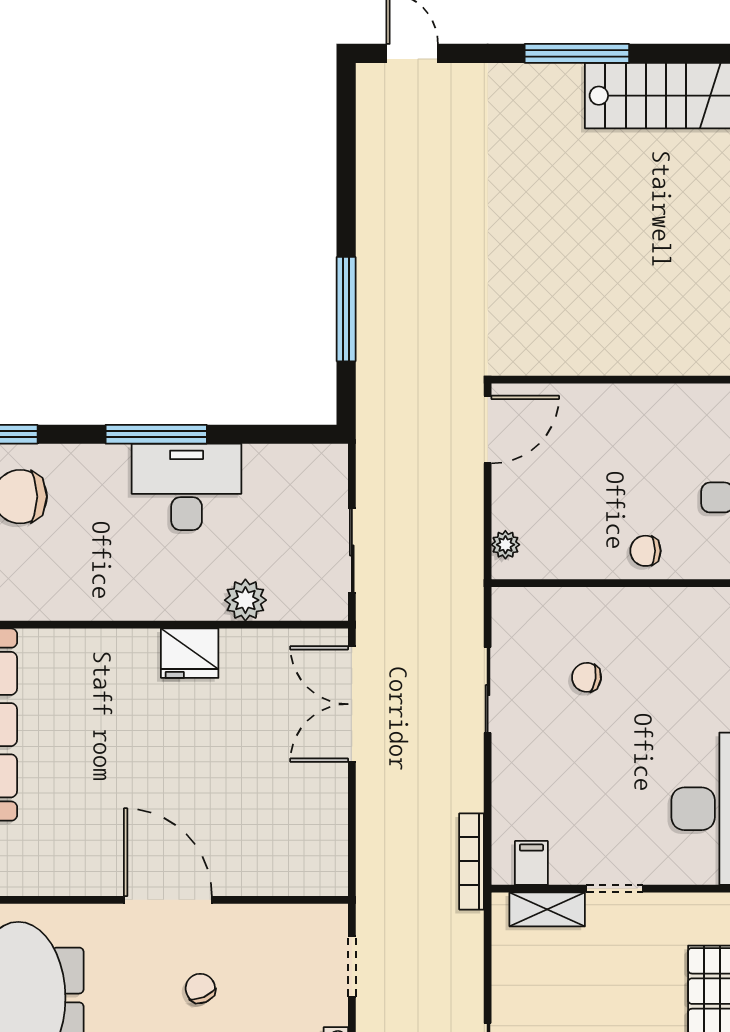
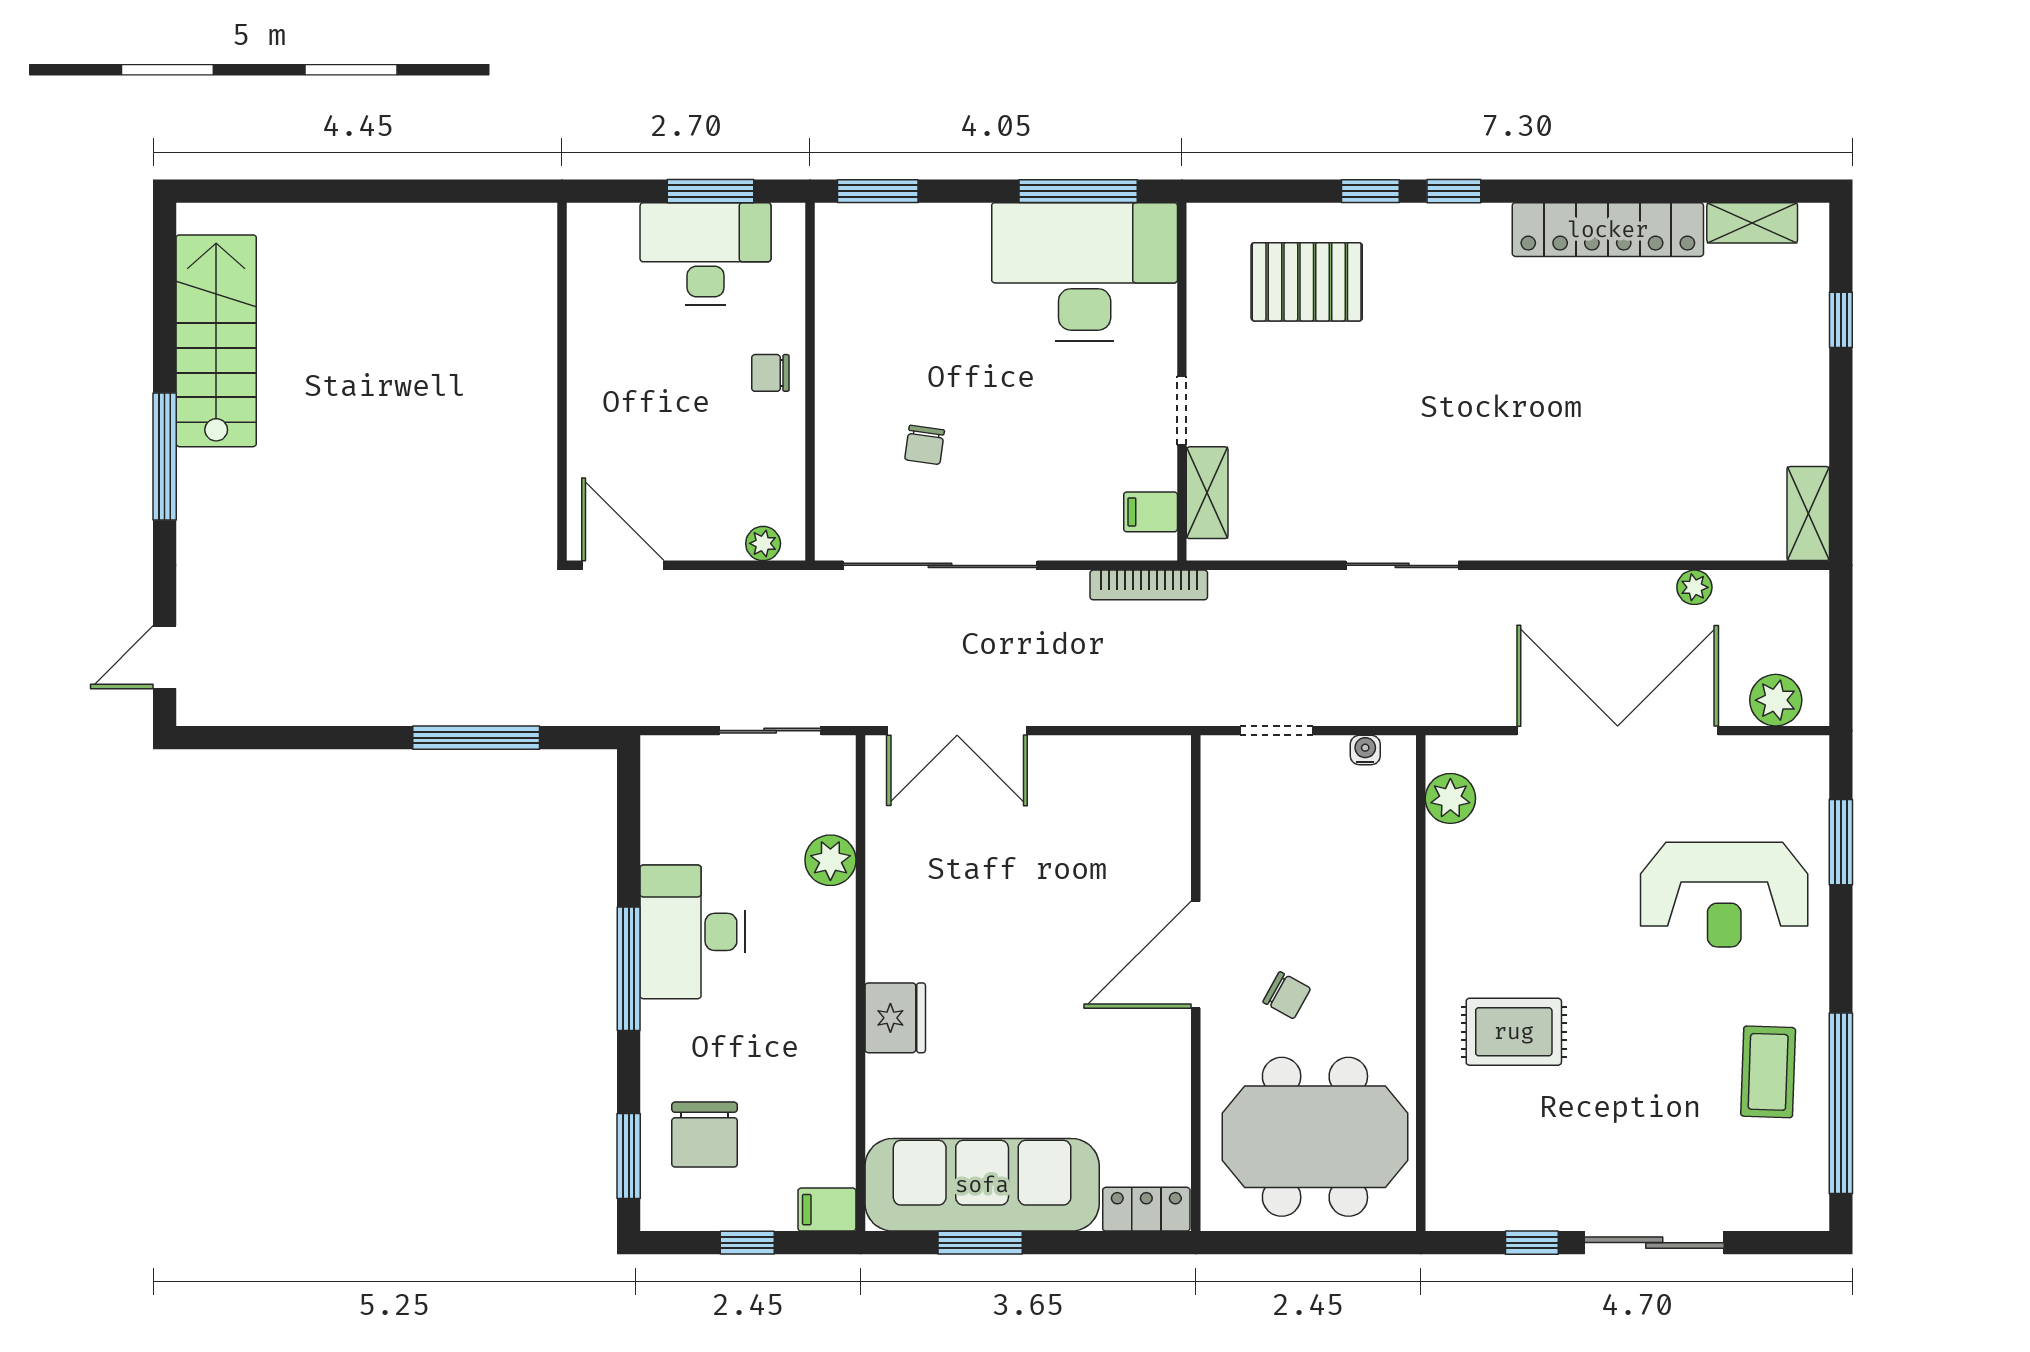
chair: (645, 551) -> (770, 373), turned 90
fridge: (190, 653) -> (895, 1018), moved
sliding door: (488, 690) -> (940, 565), width x1.86
chair: (200, 988) -> (1287, 995), moved, turned -128

